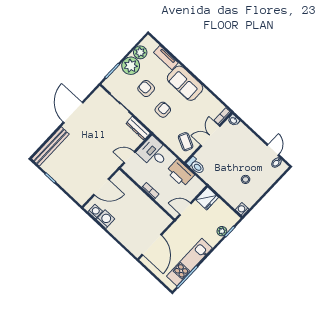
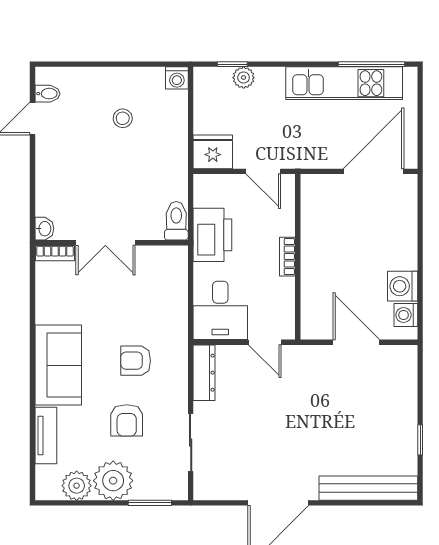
coffee table: (186, 142) -> (153, 274), removed

